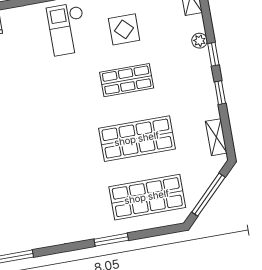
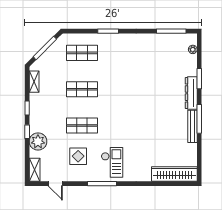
plant: (200, 41) -> (38, 141), width x1.87, depth x1.87
shop shelf: (137, 139) -> (82, 89), width x0.70, depth x0.74
shop shelf: (147, 197) -> (82, 53), width x0.70, depth x0.74

